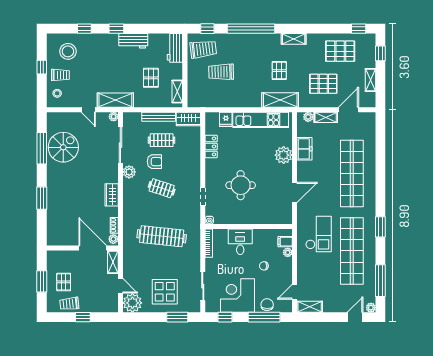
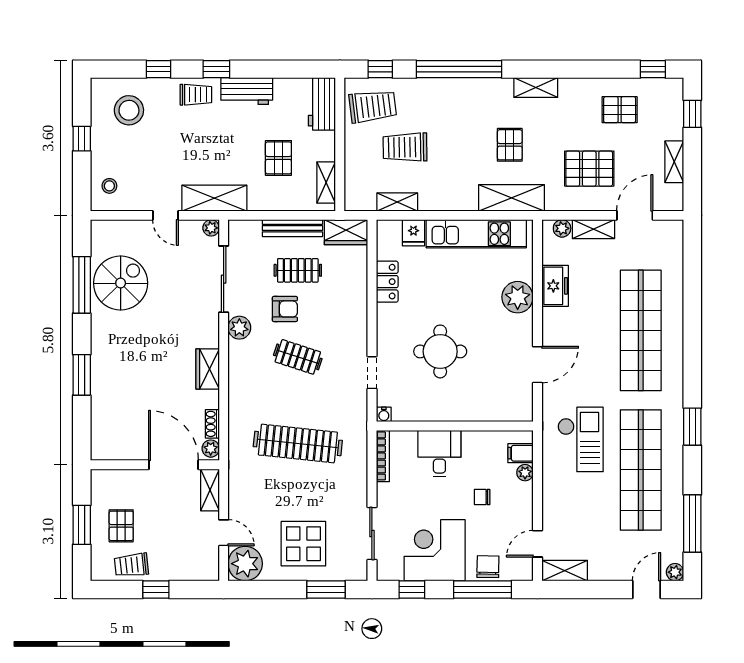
pallet: (340, 51) -> (620, 110), width x0.67, depth x0.71
trolley: (60, 75) -> (196, 95), moved
shelving: (217, 102) -> (397, 202), added

